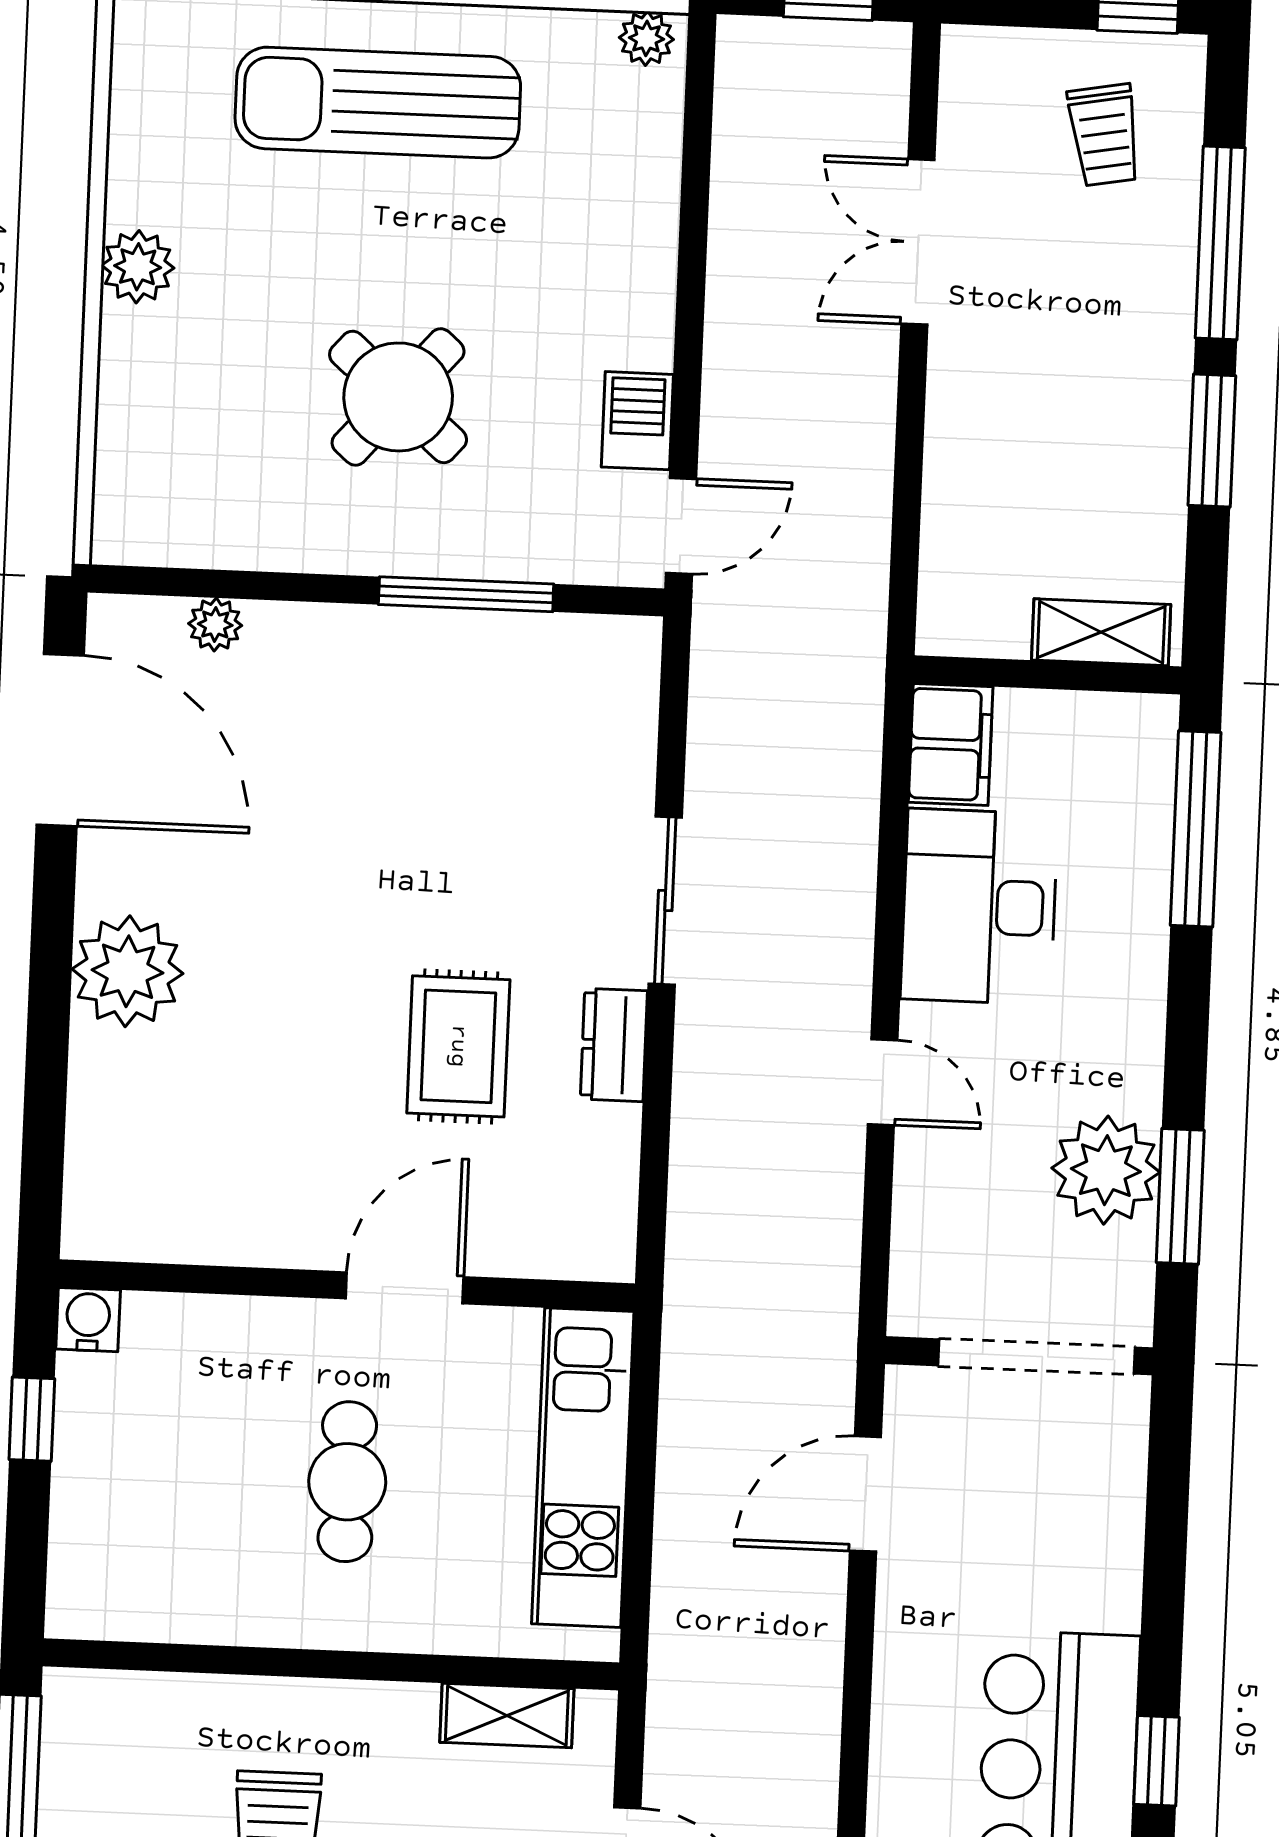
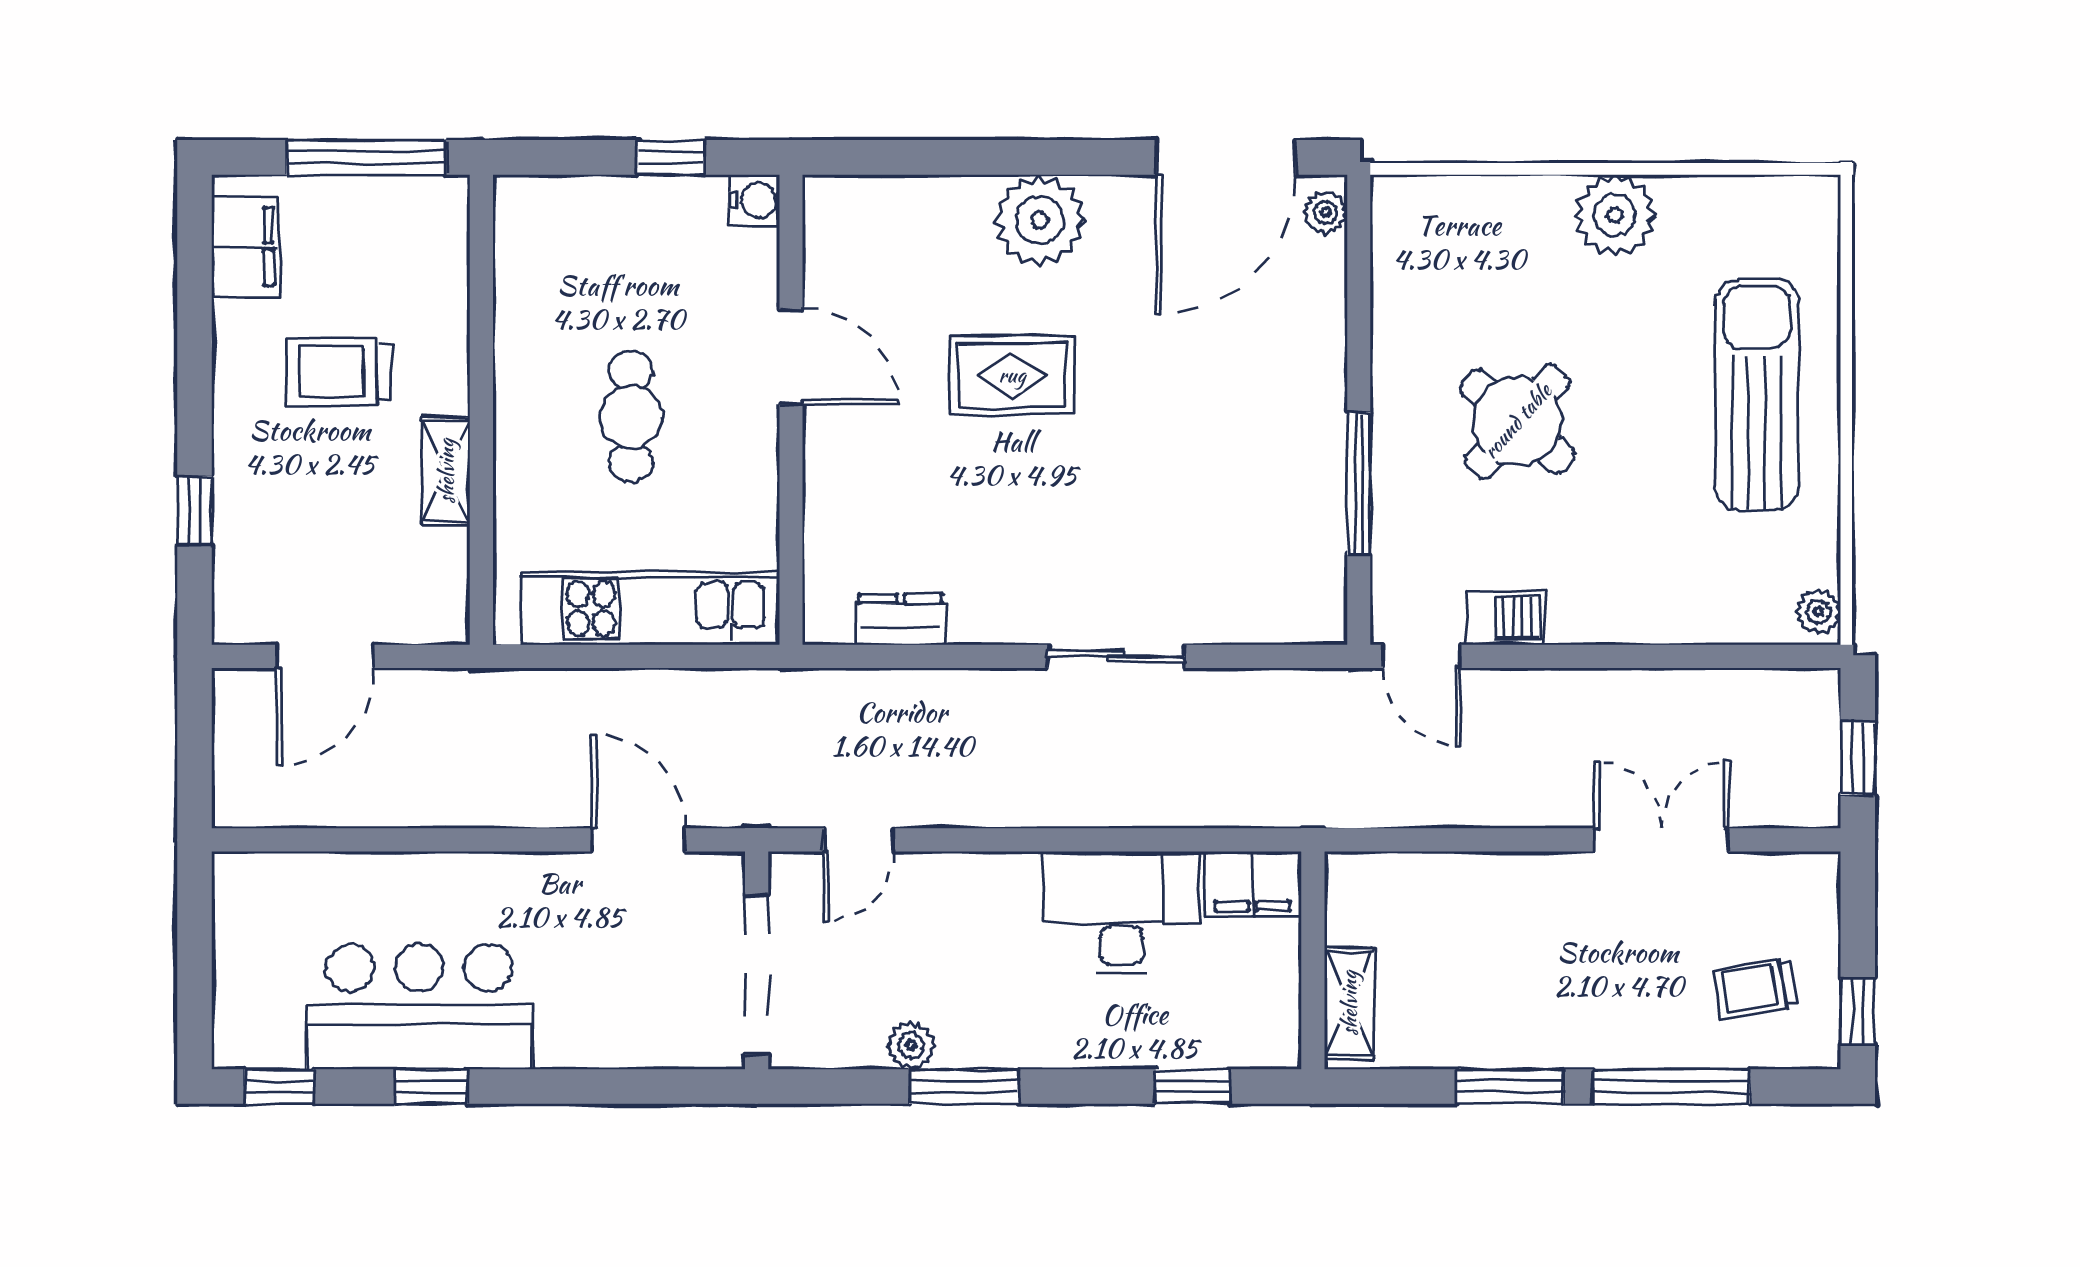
plant: (138, 267) -> (1615, 215), width x1.36, depth x1.36
plant: (215, 625) -> (1325, 212), moved
window: (1196, 829) -> (1192, 1087), width x0.46
dresser: (614, 1045) -> (901, 619), moved
rug: (458, 1046) -> (1012, 375), moved
door: (883, 1082) -> (859, 840), moved
plant: (1106, 1170) -> (911, 1046), width x0.53, depth x0.53
window: (1180, 1196) -> (964, 1087), moved
door: (405, 1288) -> (791, 357), moved
cafe table: (347, 1482) -> (631, 417), turned 90
shelving: (507, 1715) -> (446, 471), moved

